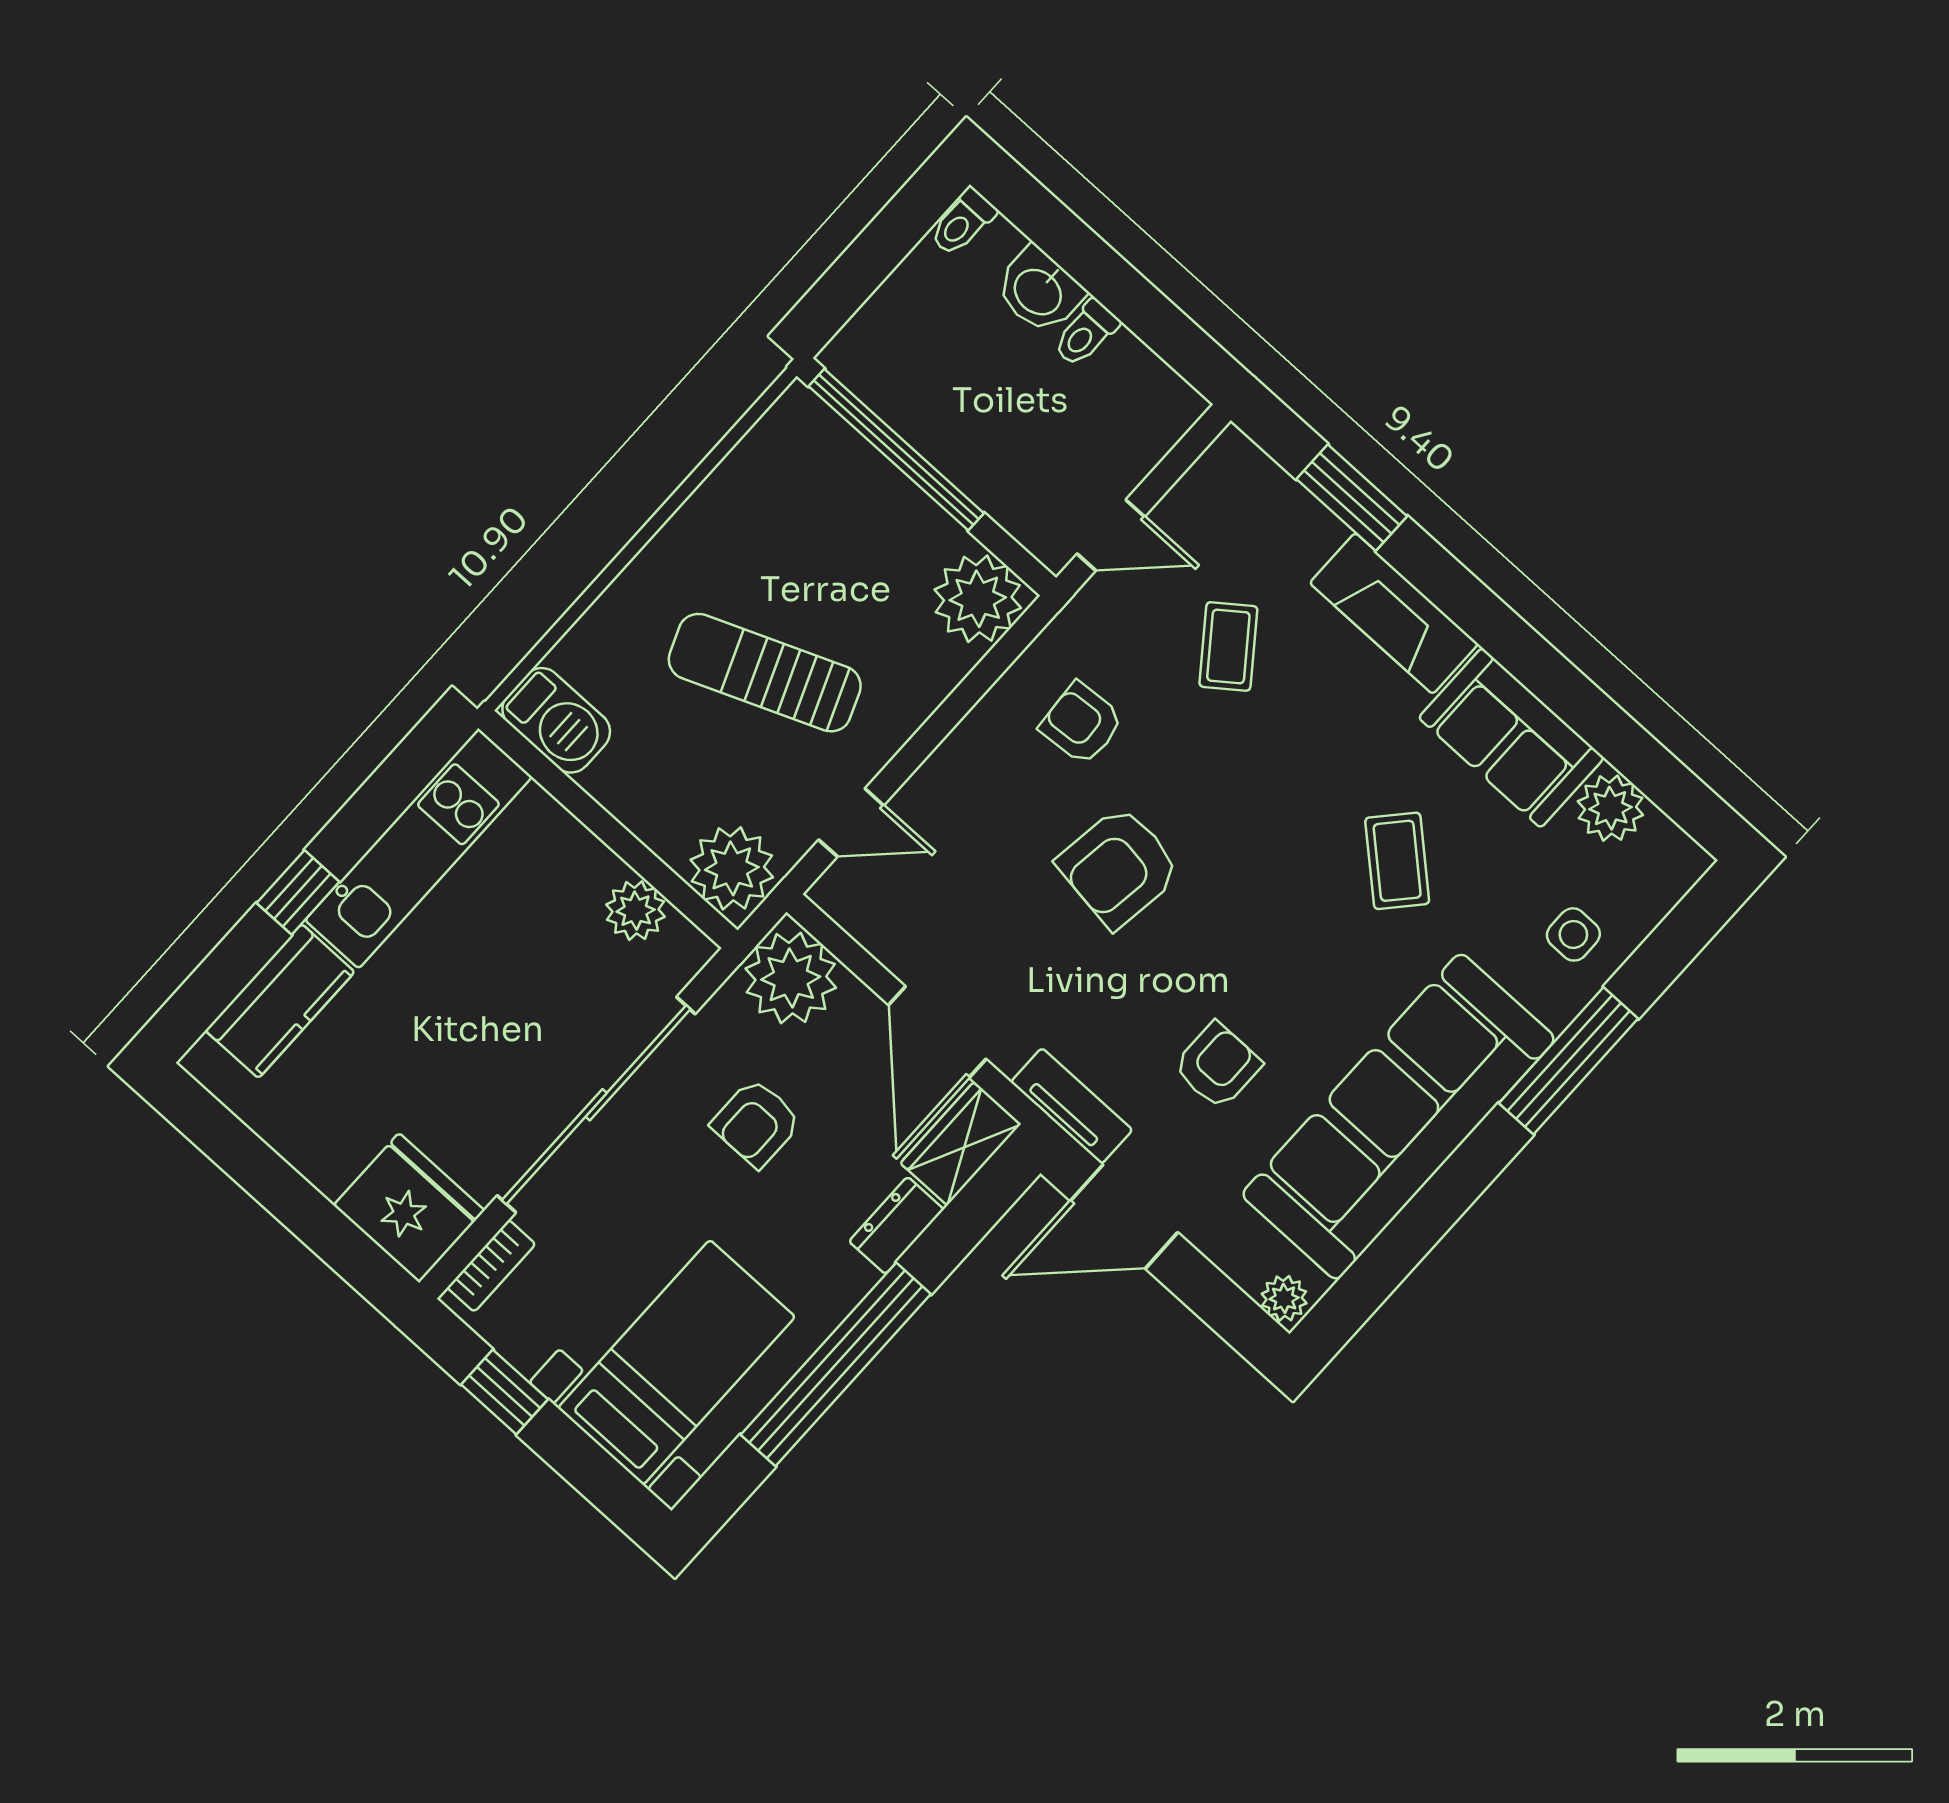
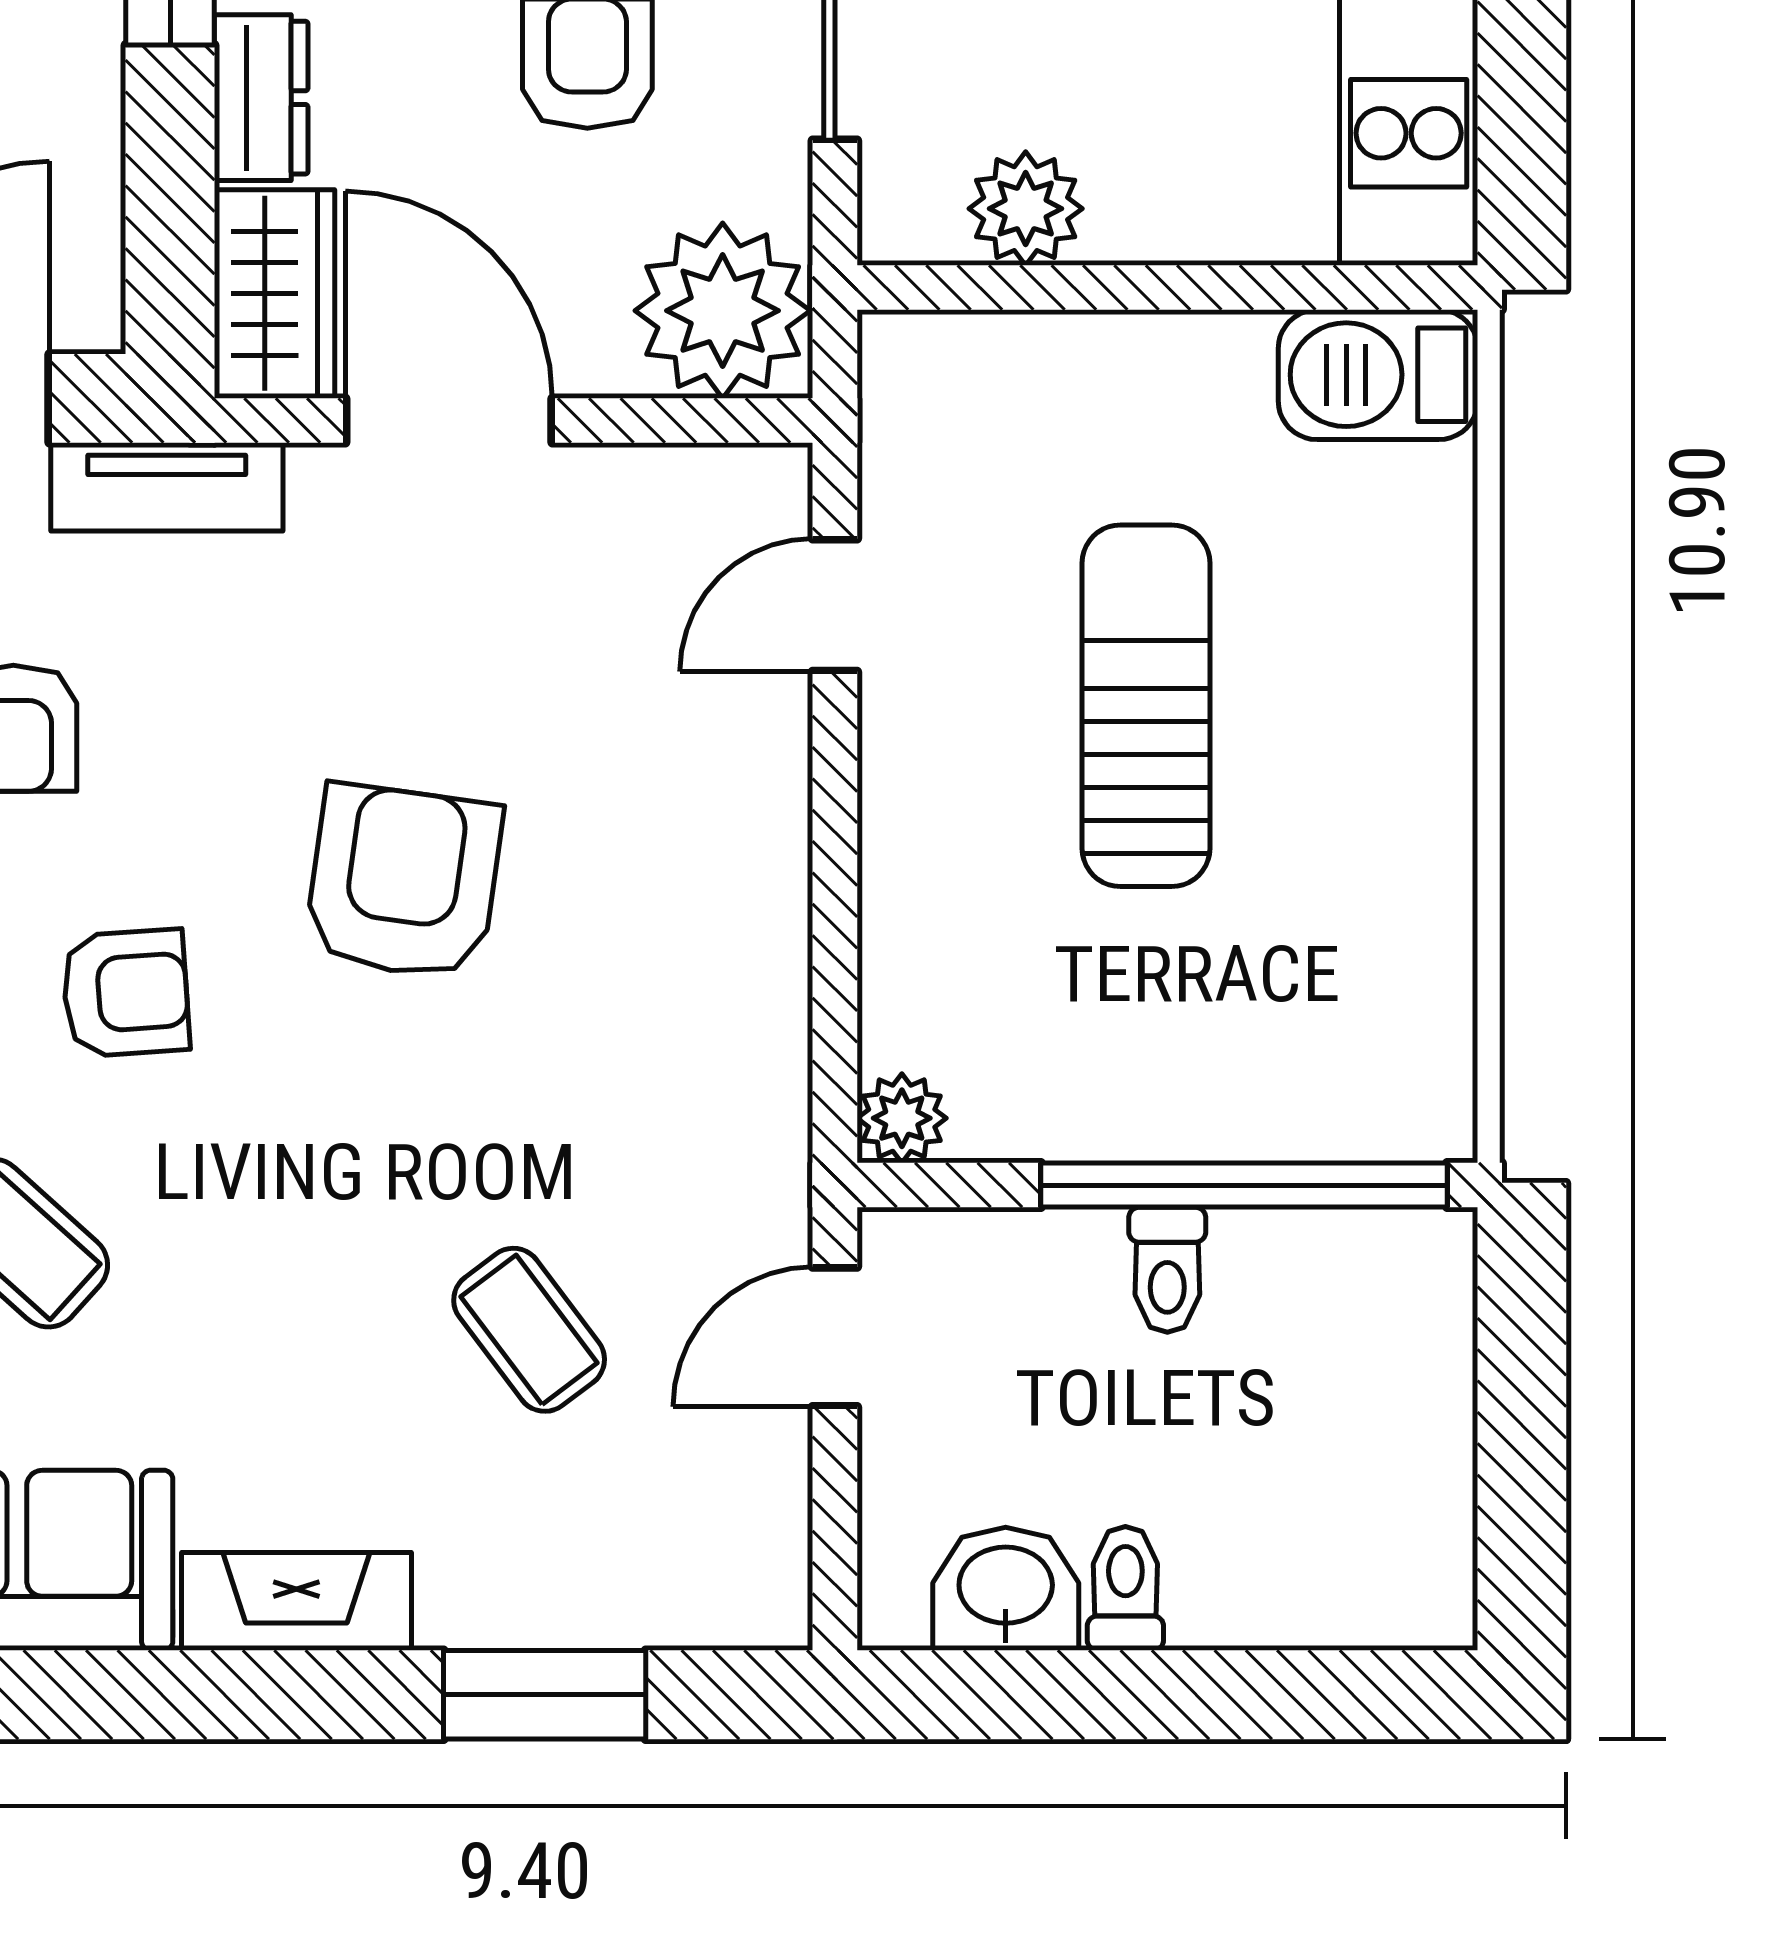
toilet: (963, 222) -> (1167, 1270), moved, turned 180
washbasin: (1039, 291) -> (1006, 1589), moved
plant: (978, 599) -> (902, 1118), width x0.53, depth x0.53
fireplace: (1394, 613) -> (296, 1601), width x0.73, depth x0.76
sun lounger: (765, 673) -> (1146, 706), turned -68
armchair: (1082, 724) -> (126, 993), moved
plant: (732, 868) -> (944, 390), removed

